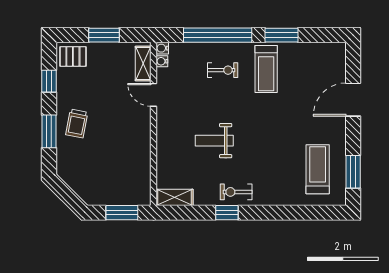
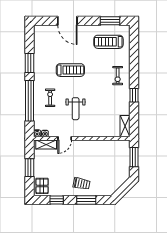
treadmill: (266, 69) -> (70, 70), moved
weight bench: (214, 141) -> (76, 109), moved
exercise bike: (236, 192) -> (118, 76), moved

